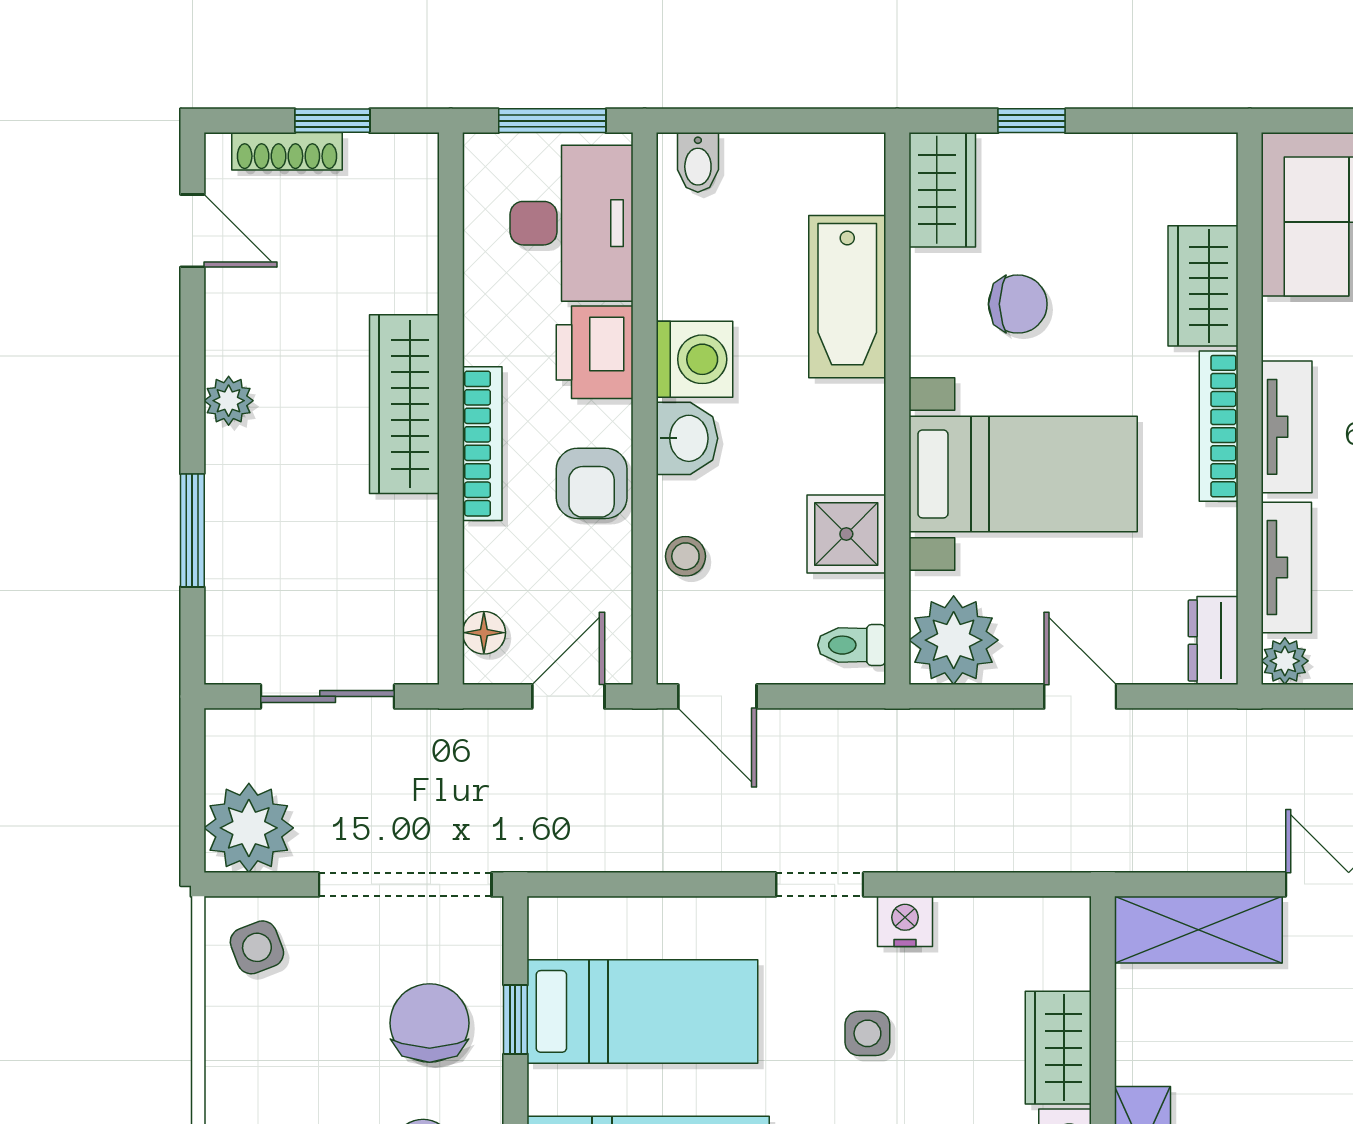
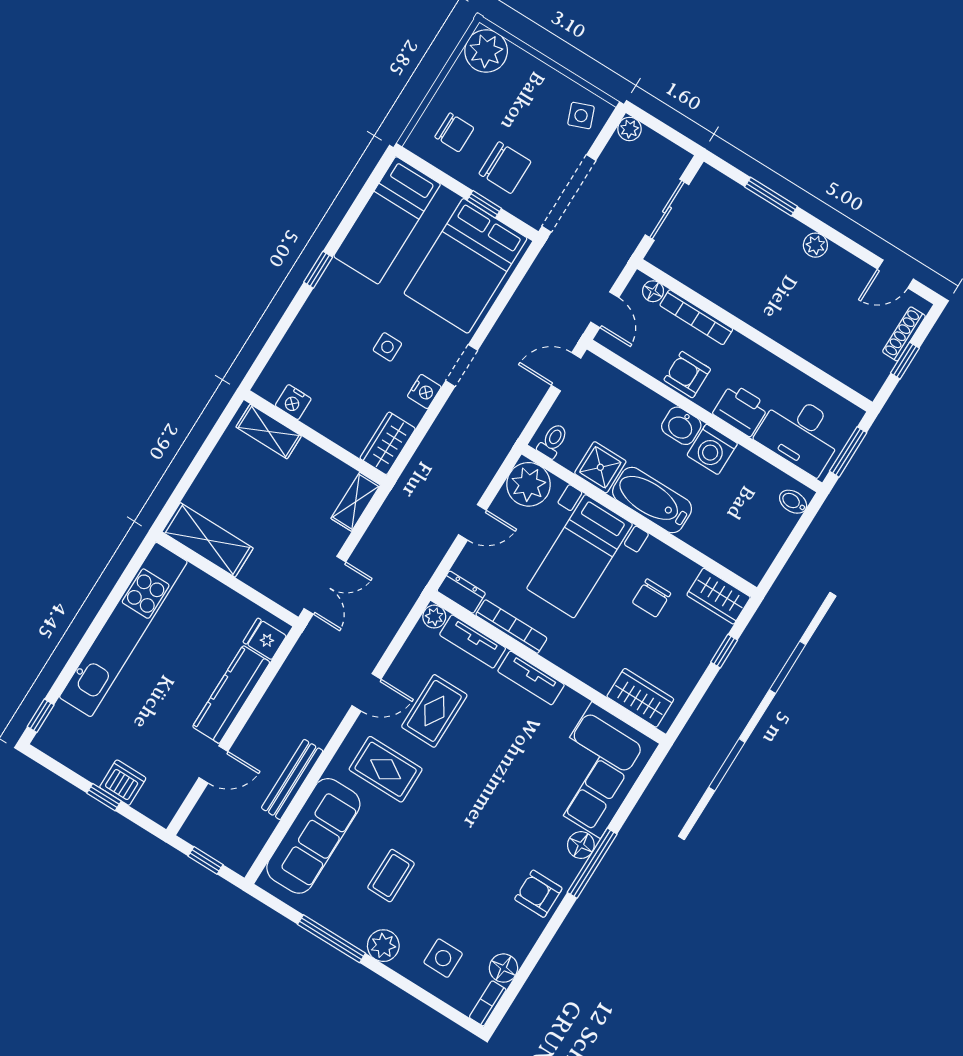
wardrobe: (1203, 286) -> (640, 698), moved
bathtub: (847, 297) -> (652, 500), moved
wardrobe: (404, 404) -> (769, 317), removed
bookcase: (1219, 426) -> (511, 627), moved
bookcase: (482, 444) -> (696, 317), moved
stool: (685, 556) -> (633, 395), removed
plant: (249, 828) -> (629, 129), width x0.53, depth x0.53
shelving: (1198, 930) -> (356, 502), width x0.67, depth x0.75
bed: (642, 1011) -> (466, 266), width x1.50
wardrobe: (1058, 1048) -> (388, 443), moved, turned -90

